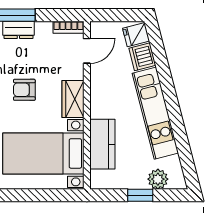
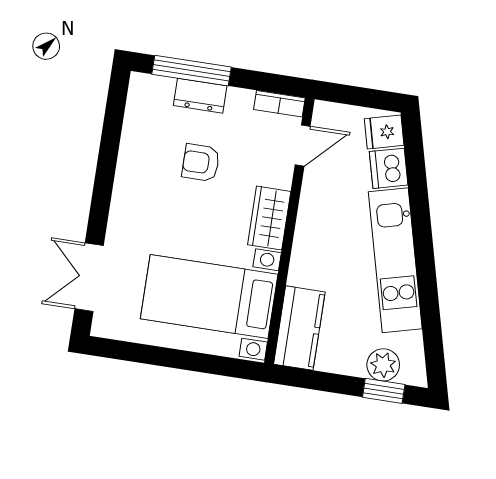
armchair: (24, 90) -> (201, 163), moved
kitchen counter: (102, 144) -> (299, 328), moved
window: (140, 195) -> (384, 391), moved

